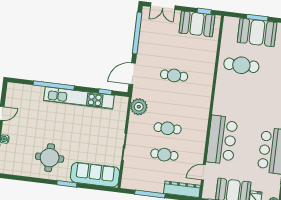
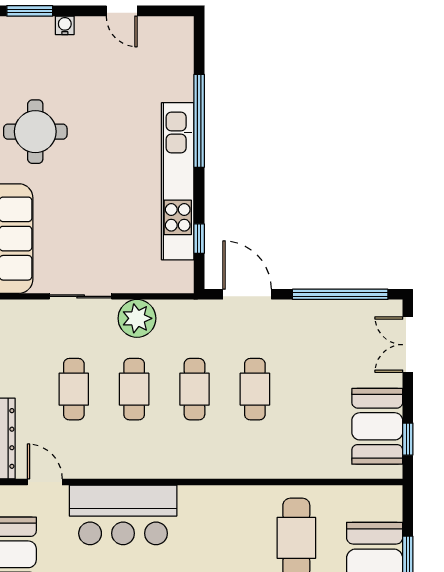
cafe table: (171, 102) -> (194, 389), added
plant: (139, 107) -> (137, 318), moved

